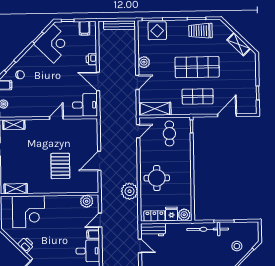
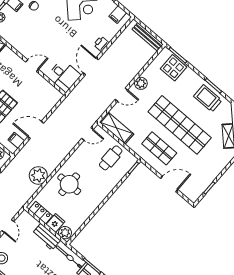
shop shelf: (197, 67) -> (180, 125), width x1.40
filing cabinet: (92, 180) -> (16, 140), added
workbench: (153, 230) -> (46, 237), moved

